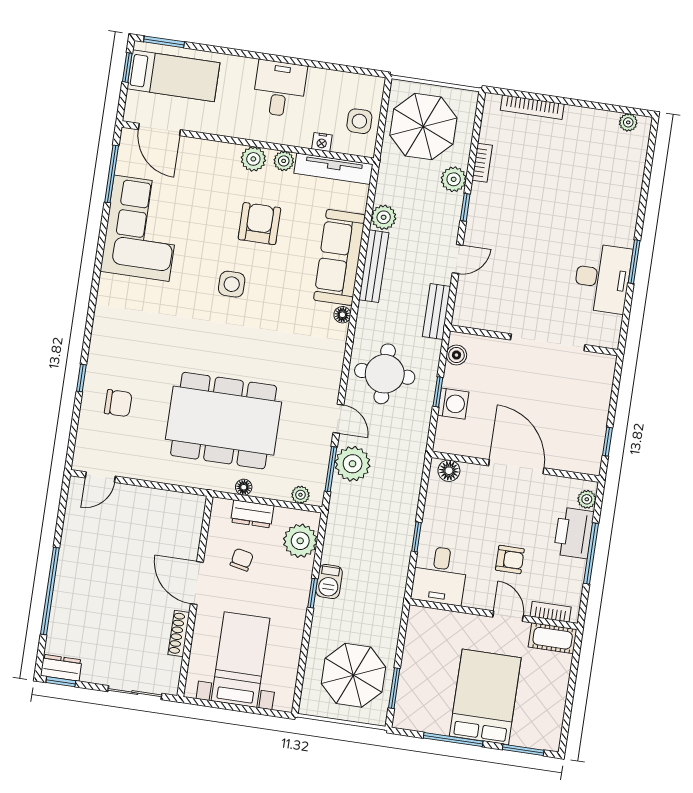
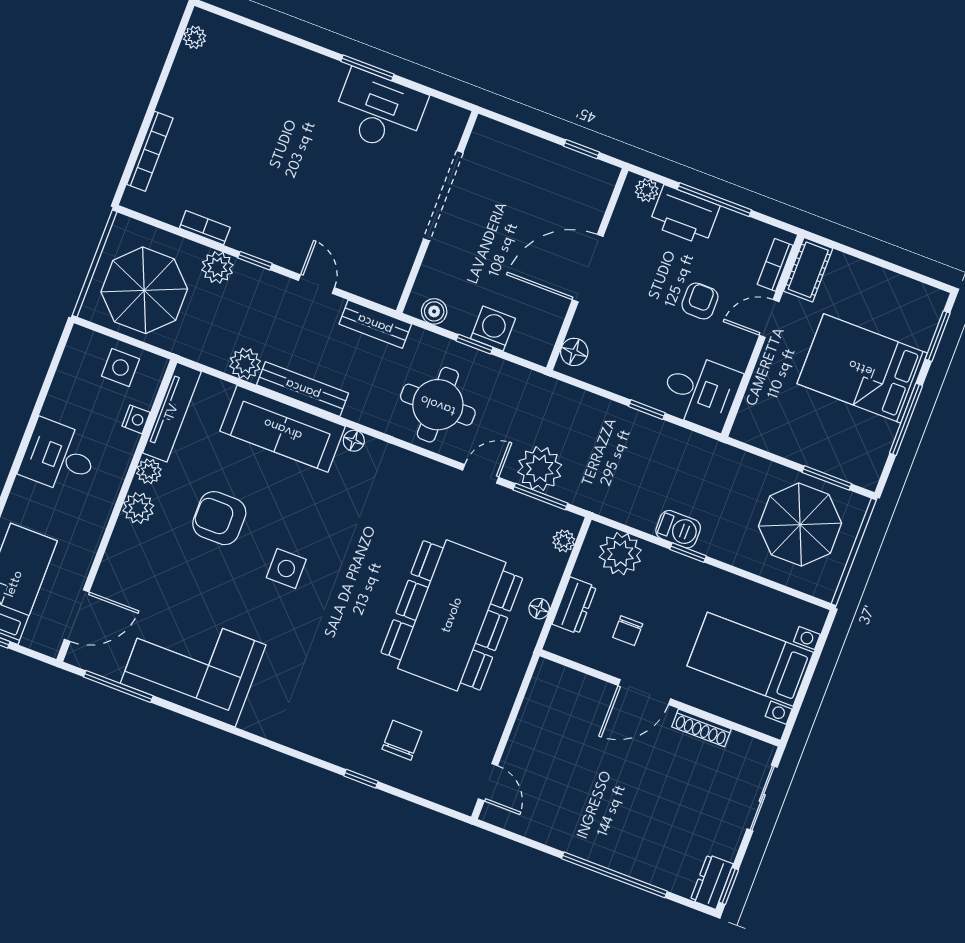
chair: (242, 560) -> (628, 631), turned -102

